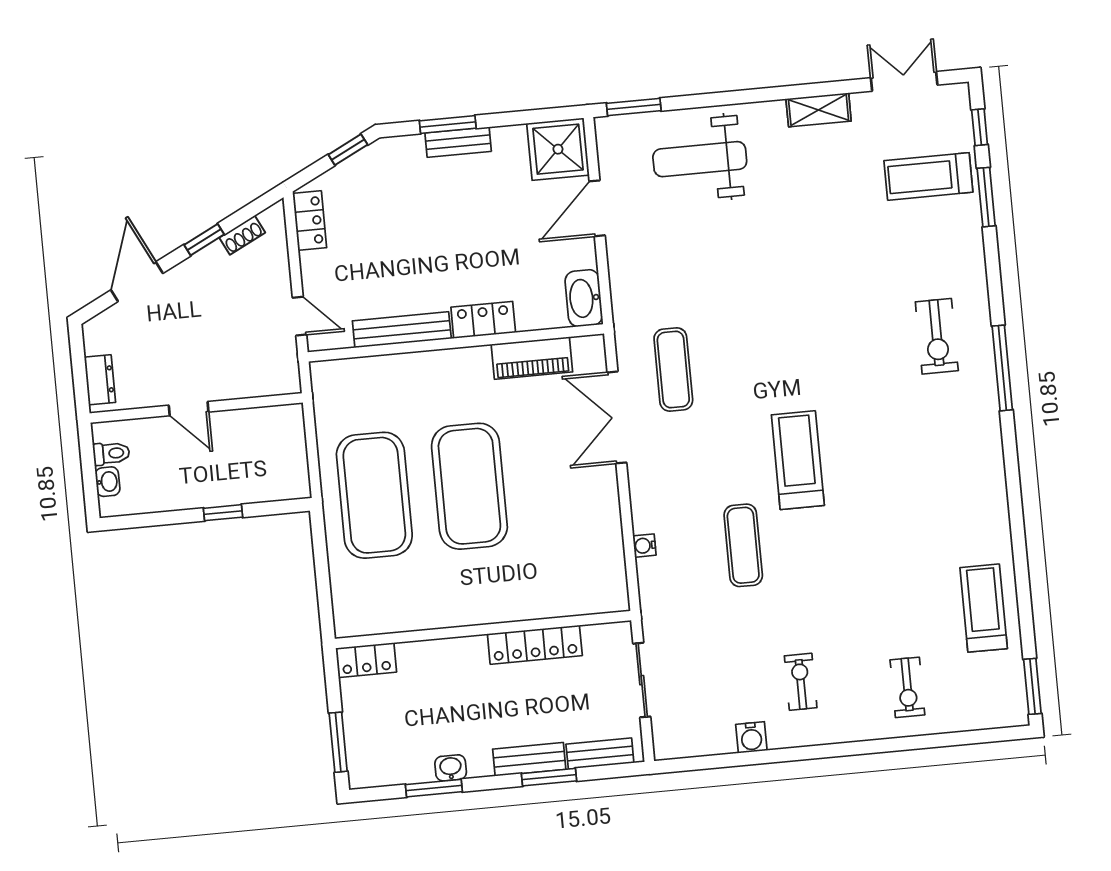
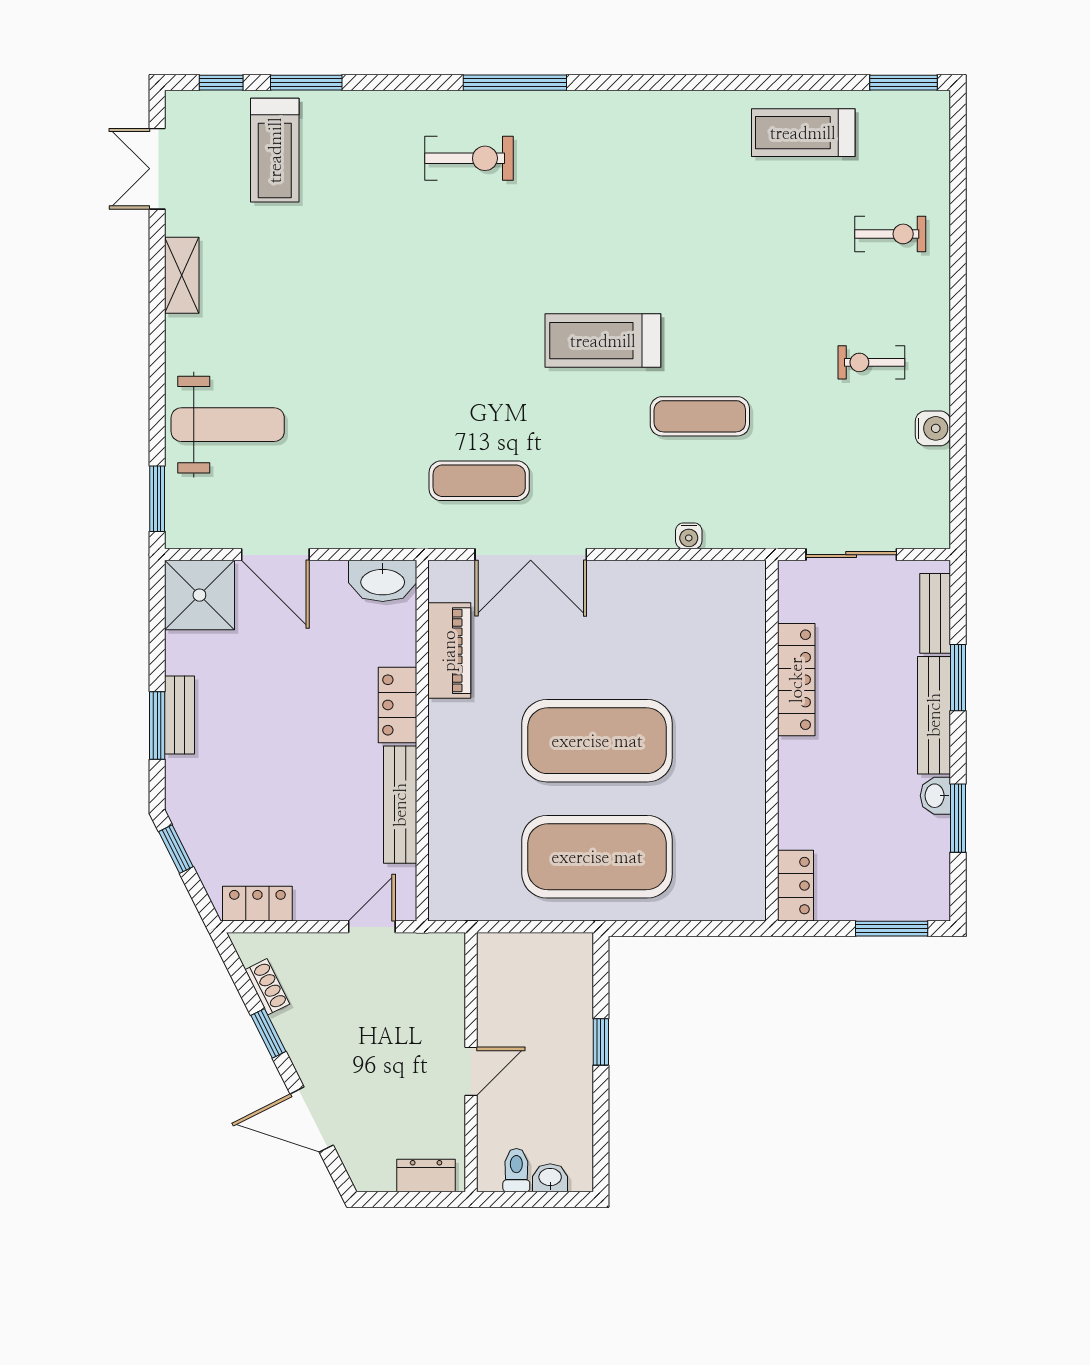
weight bench: (700, 159) -> (228, 425), turned -90
bench: (529, 759) -> (934, 715), width x1.36

